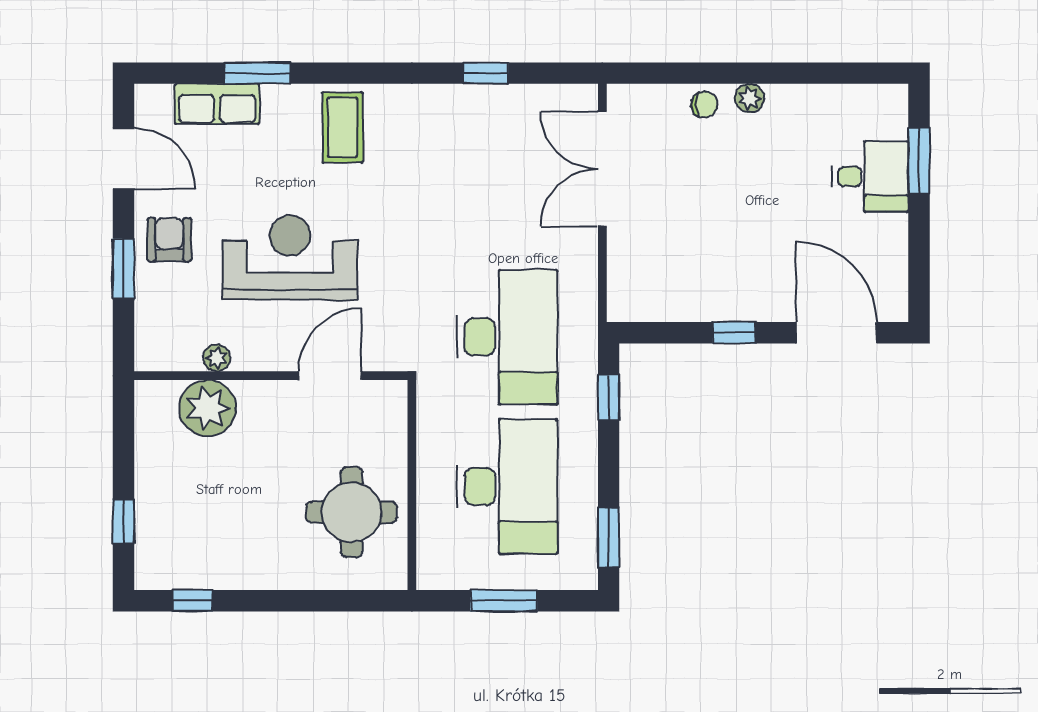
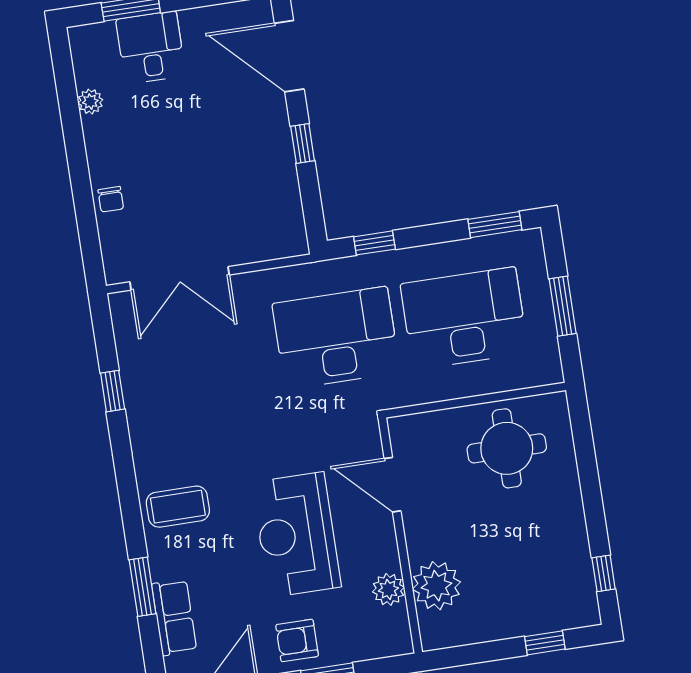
plant: (750, 98) -> (90, 102), moved
chair: (704, 105) -> (111, 199), turned 180
door: (836, 333) -> (289, 56), hinge flipped
plant: (217, 358) -> (388, 589), width x1.38, depth x1.38

